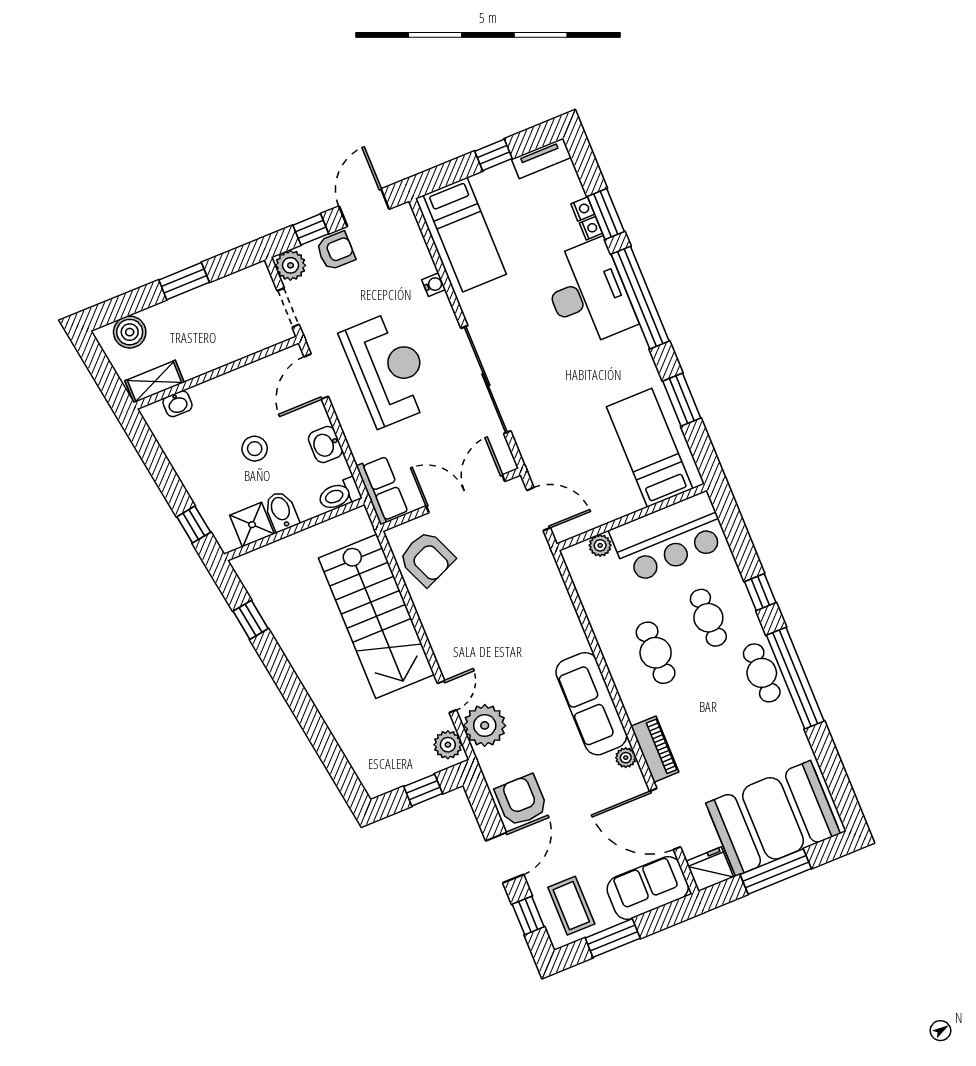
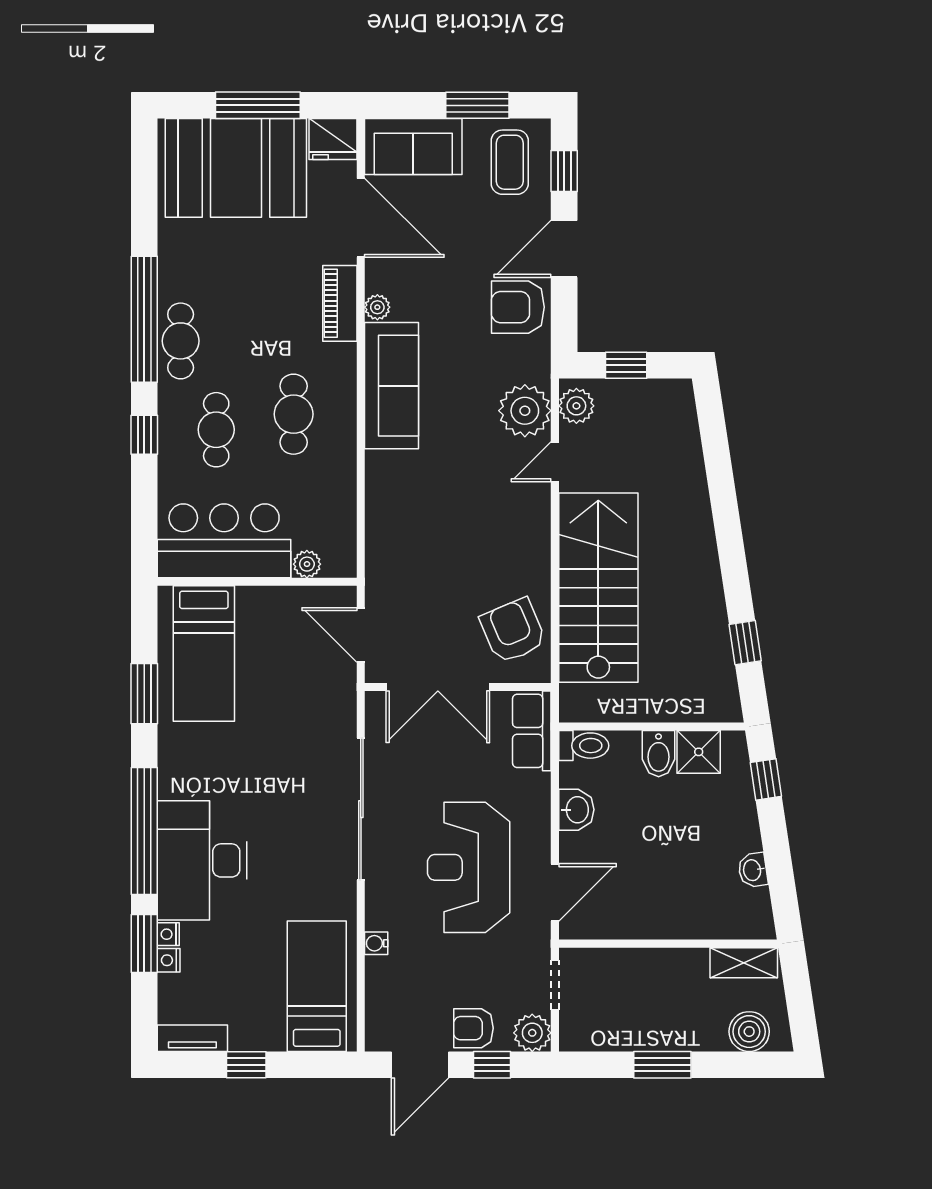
washbasin: (178, 404) -> (753, 870), moved, turned -99
stool: (255, 449) -> (660, 838), removed
armchair: (521, 800) -> (518, 307), turned 90

